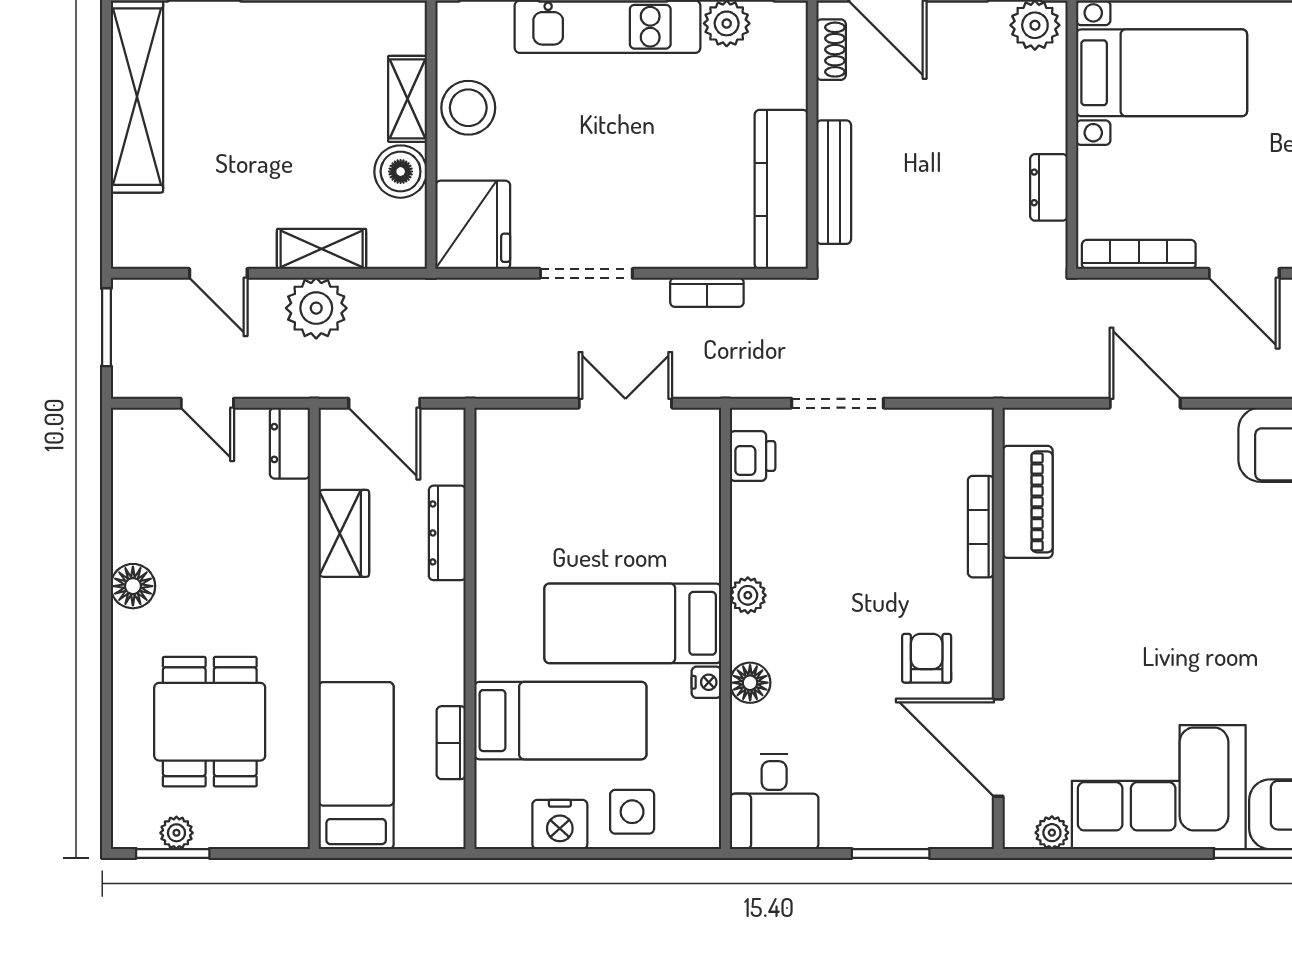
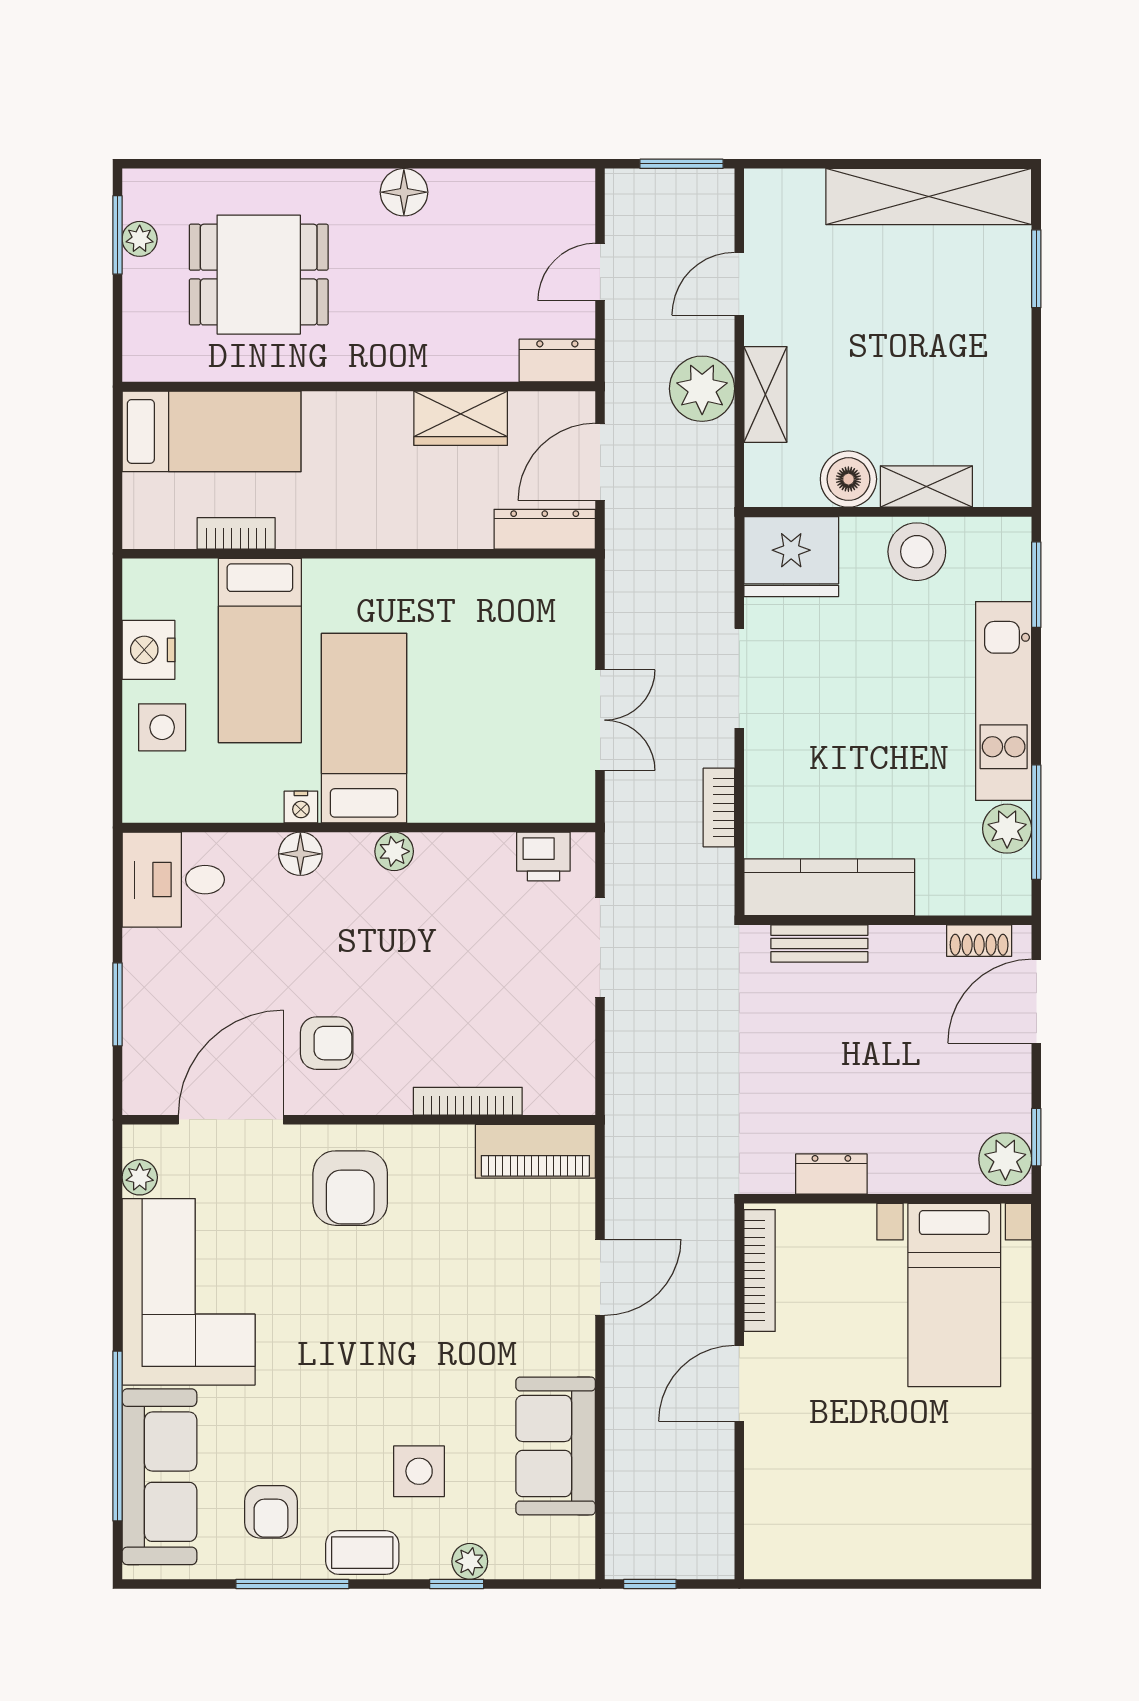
bench: (834, 182) -> (819, 943), width x0.73
piano: (1028, 502) -> (535, 1151), moved
dresser: (447, 533) -> (545, 529), moved
armchair: (1062, 636) -> (350, 1188), added

